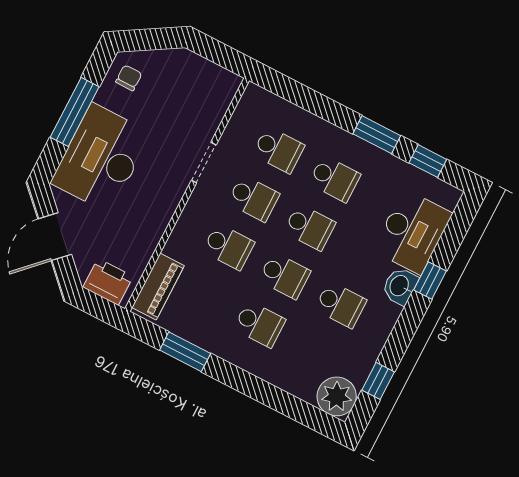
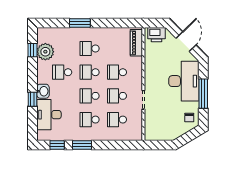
window: (185, 352) -> (80, 23), moved
plant: (337, 396) -> (45, 52), moved

